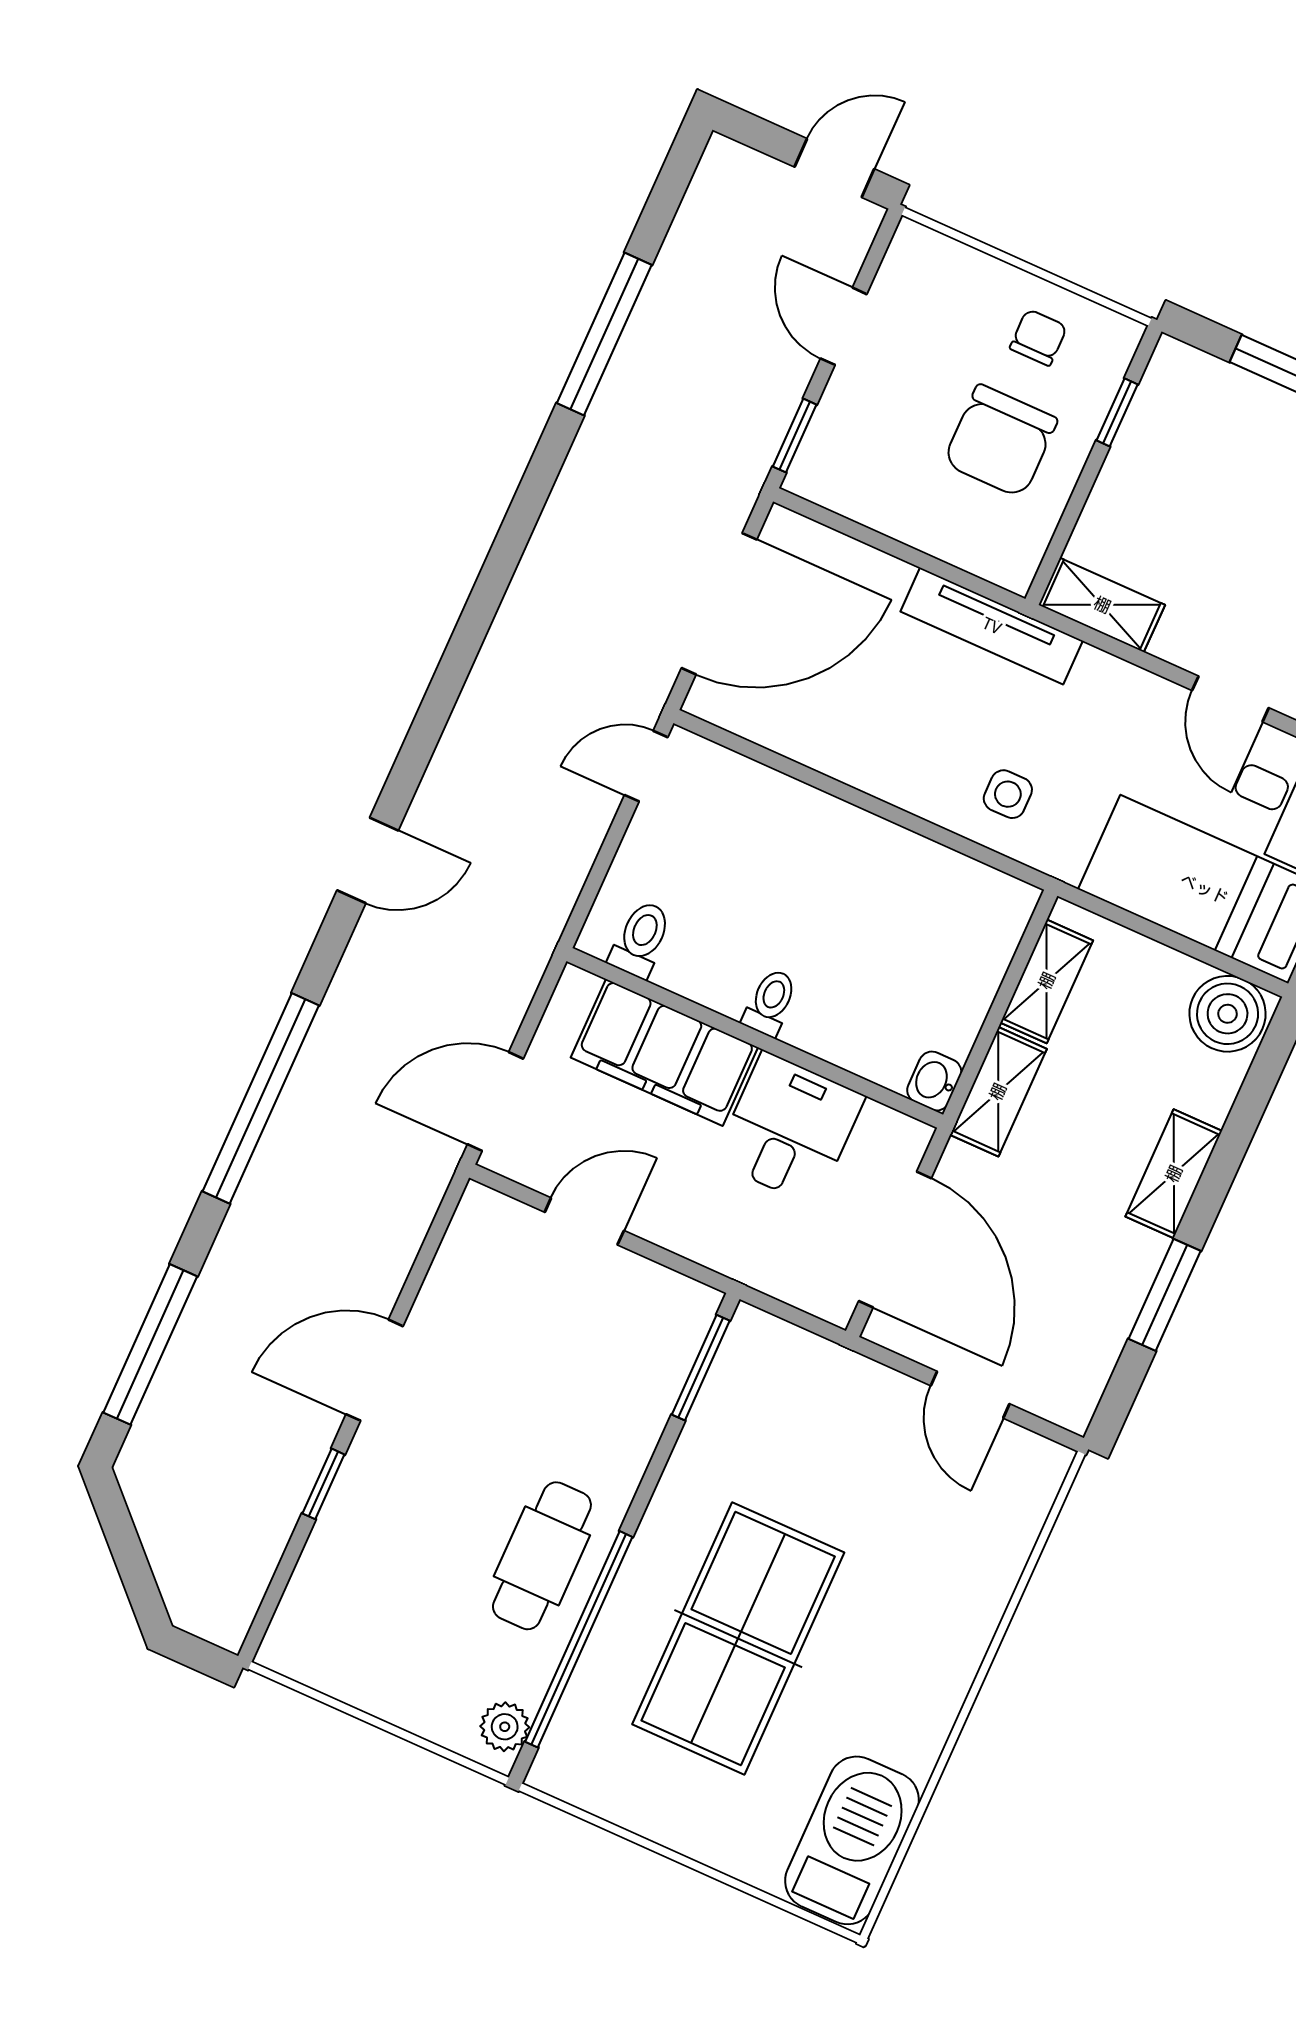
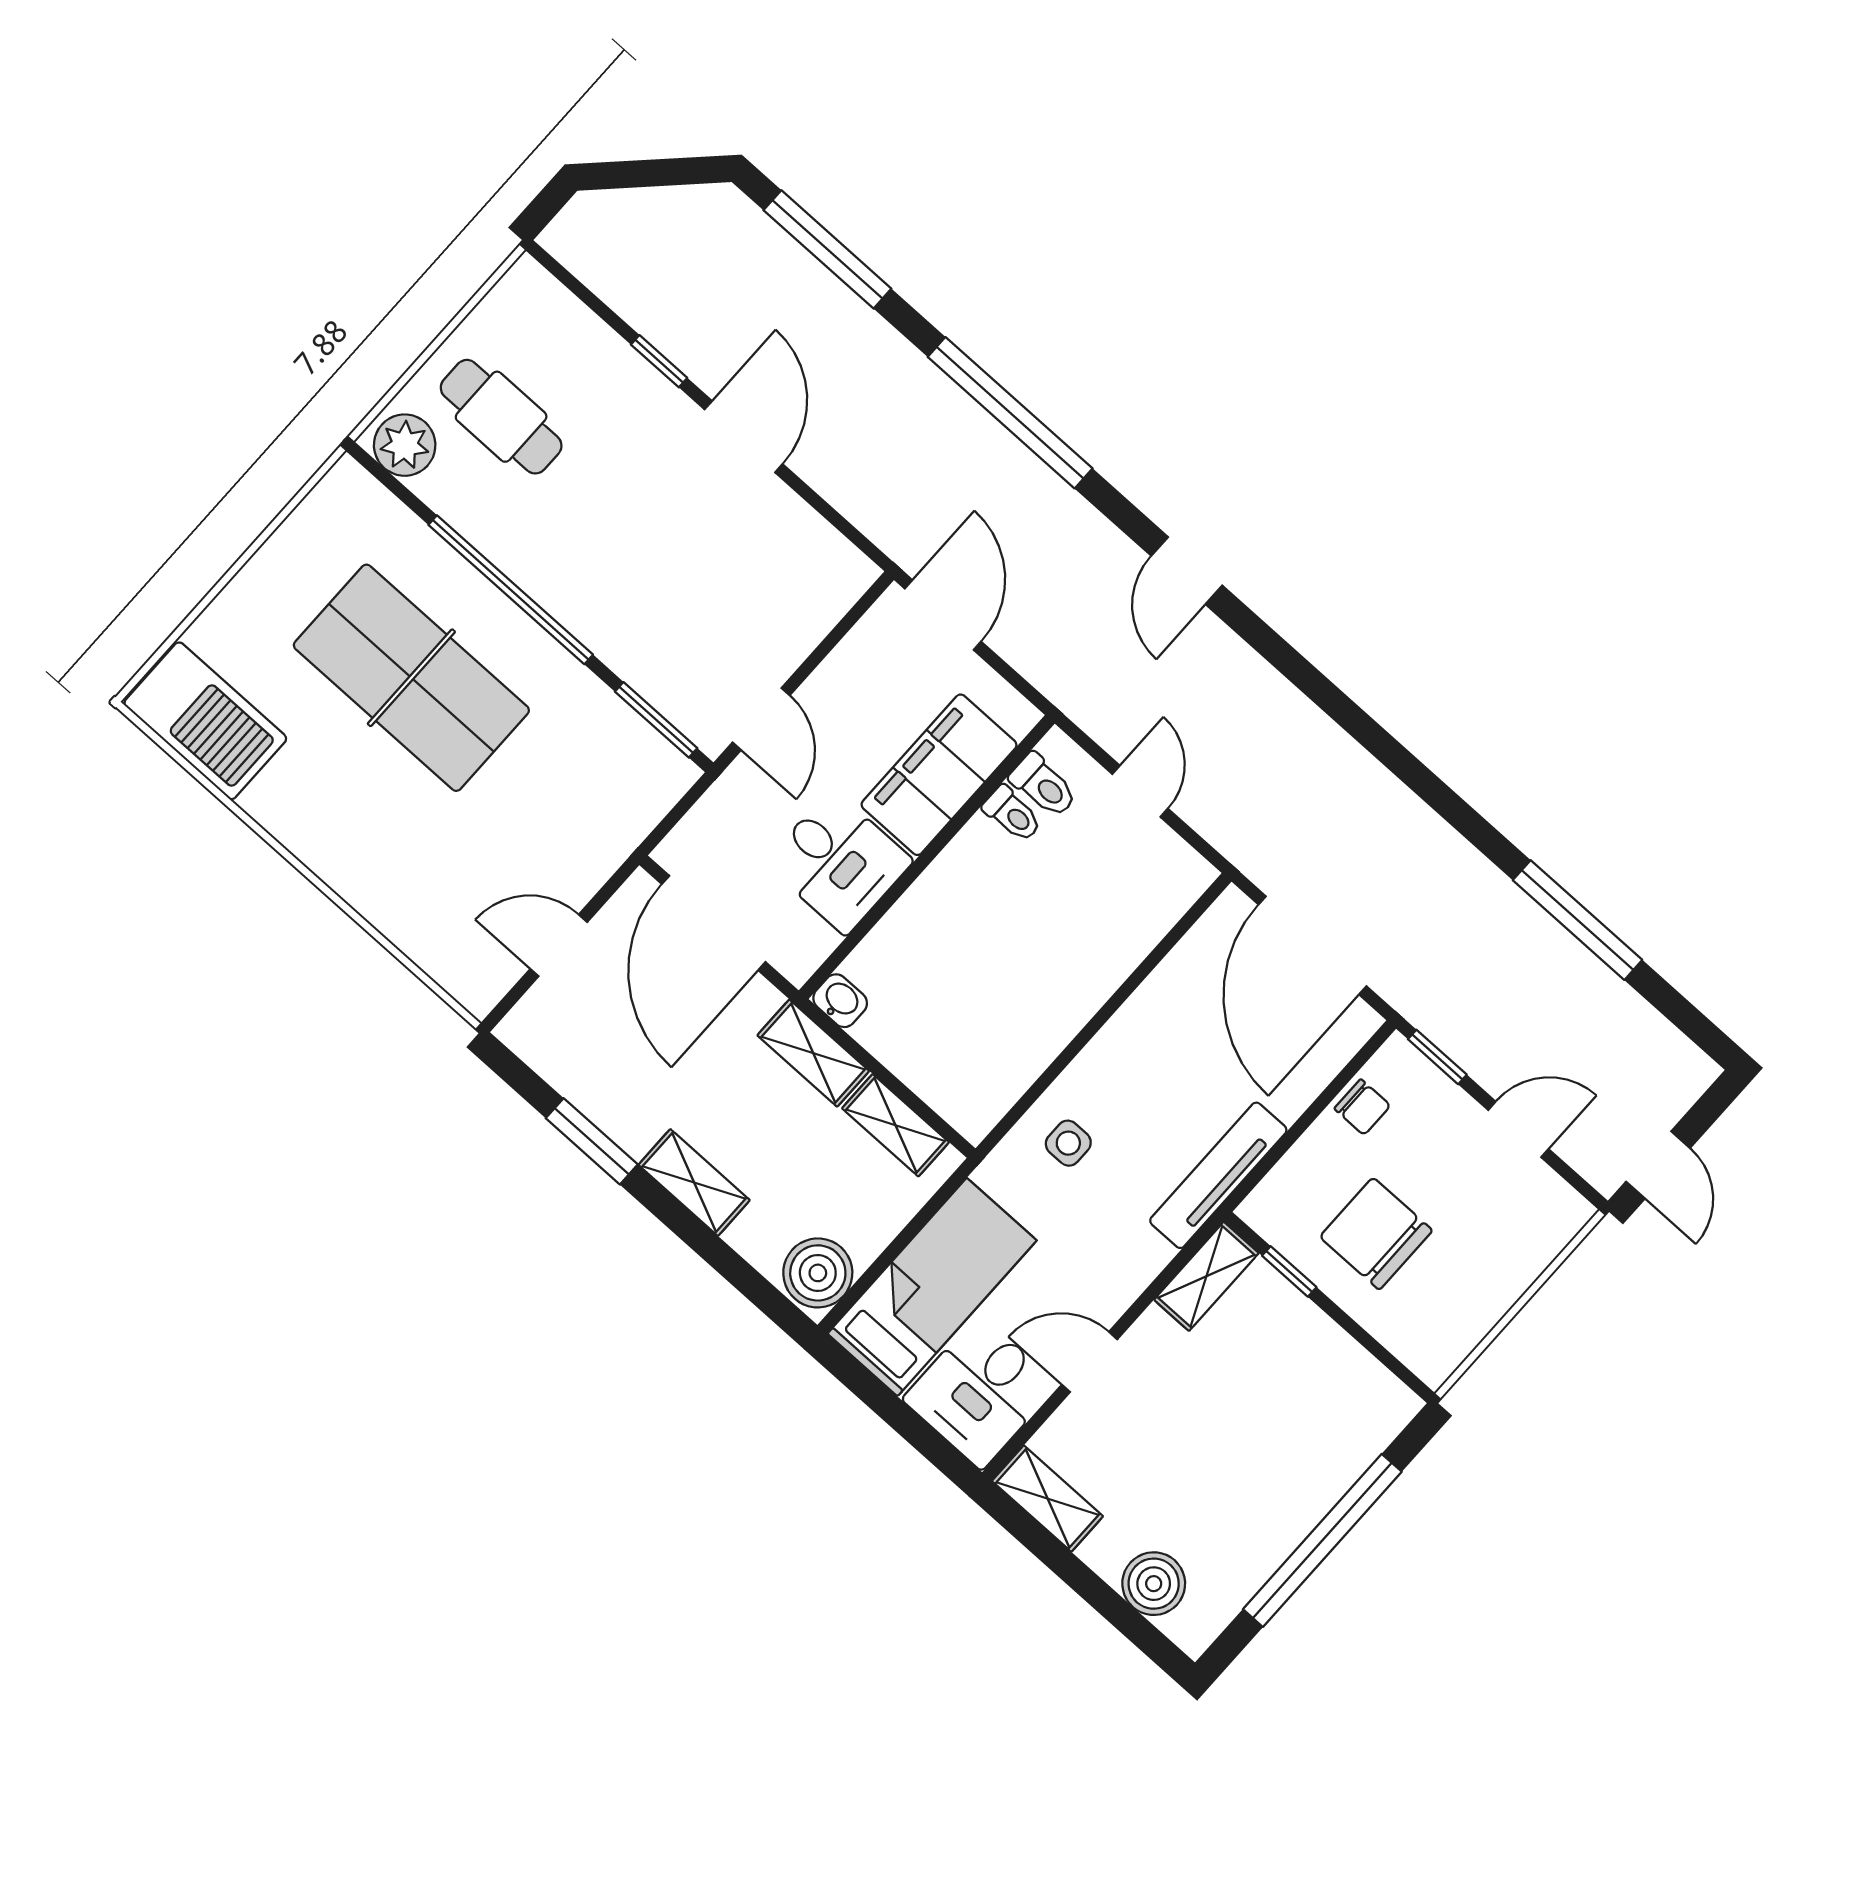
chair: (1038, 337) -> (1362, 1107), moved
window: (1117, 412) -> (1289, 1271), moved
door: (646, 766) -> (1140, 791), moved
toilet: (770, 1002) -> (1012, 814), moved
door: (584, 1221) -> (761, 719), moved
door: (895, 1240) -> (714, 923), hinge flipped
cafe table: (542, 1556) -> (501, 417), moved
window: (579, 1639) -> (511, 590), moved
plant: (505, 1727) -> (405, 445), width x1.38, depth x1.38

